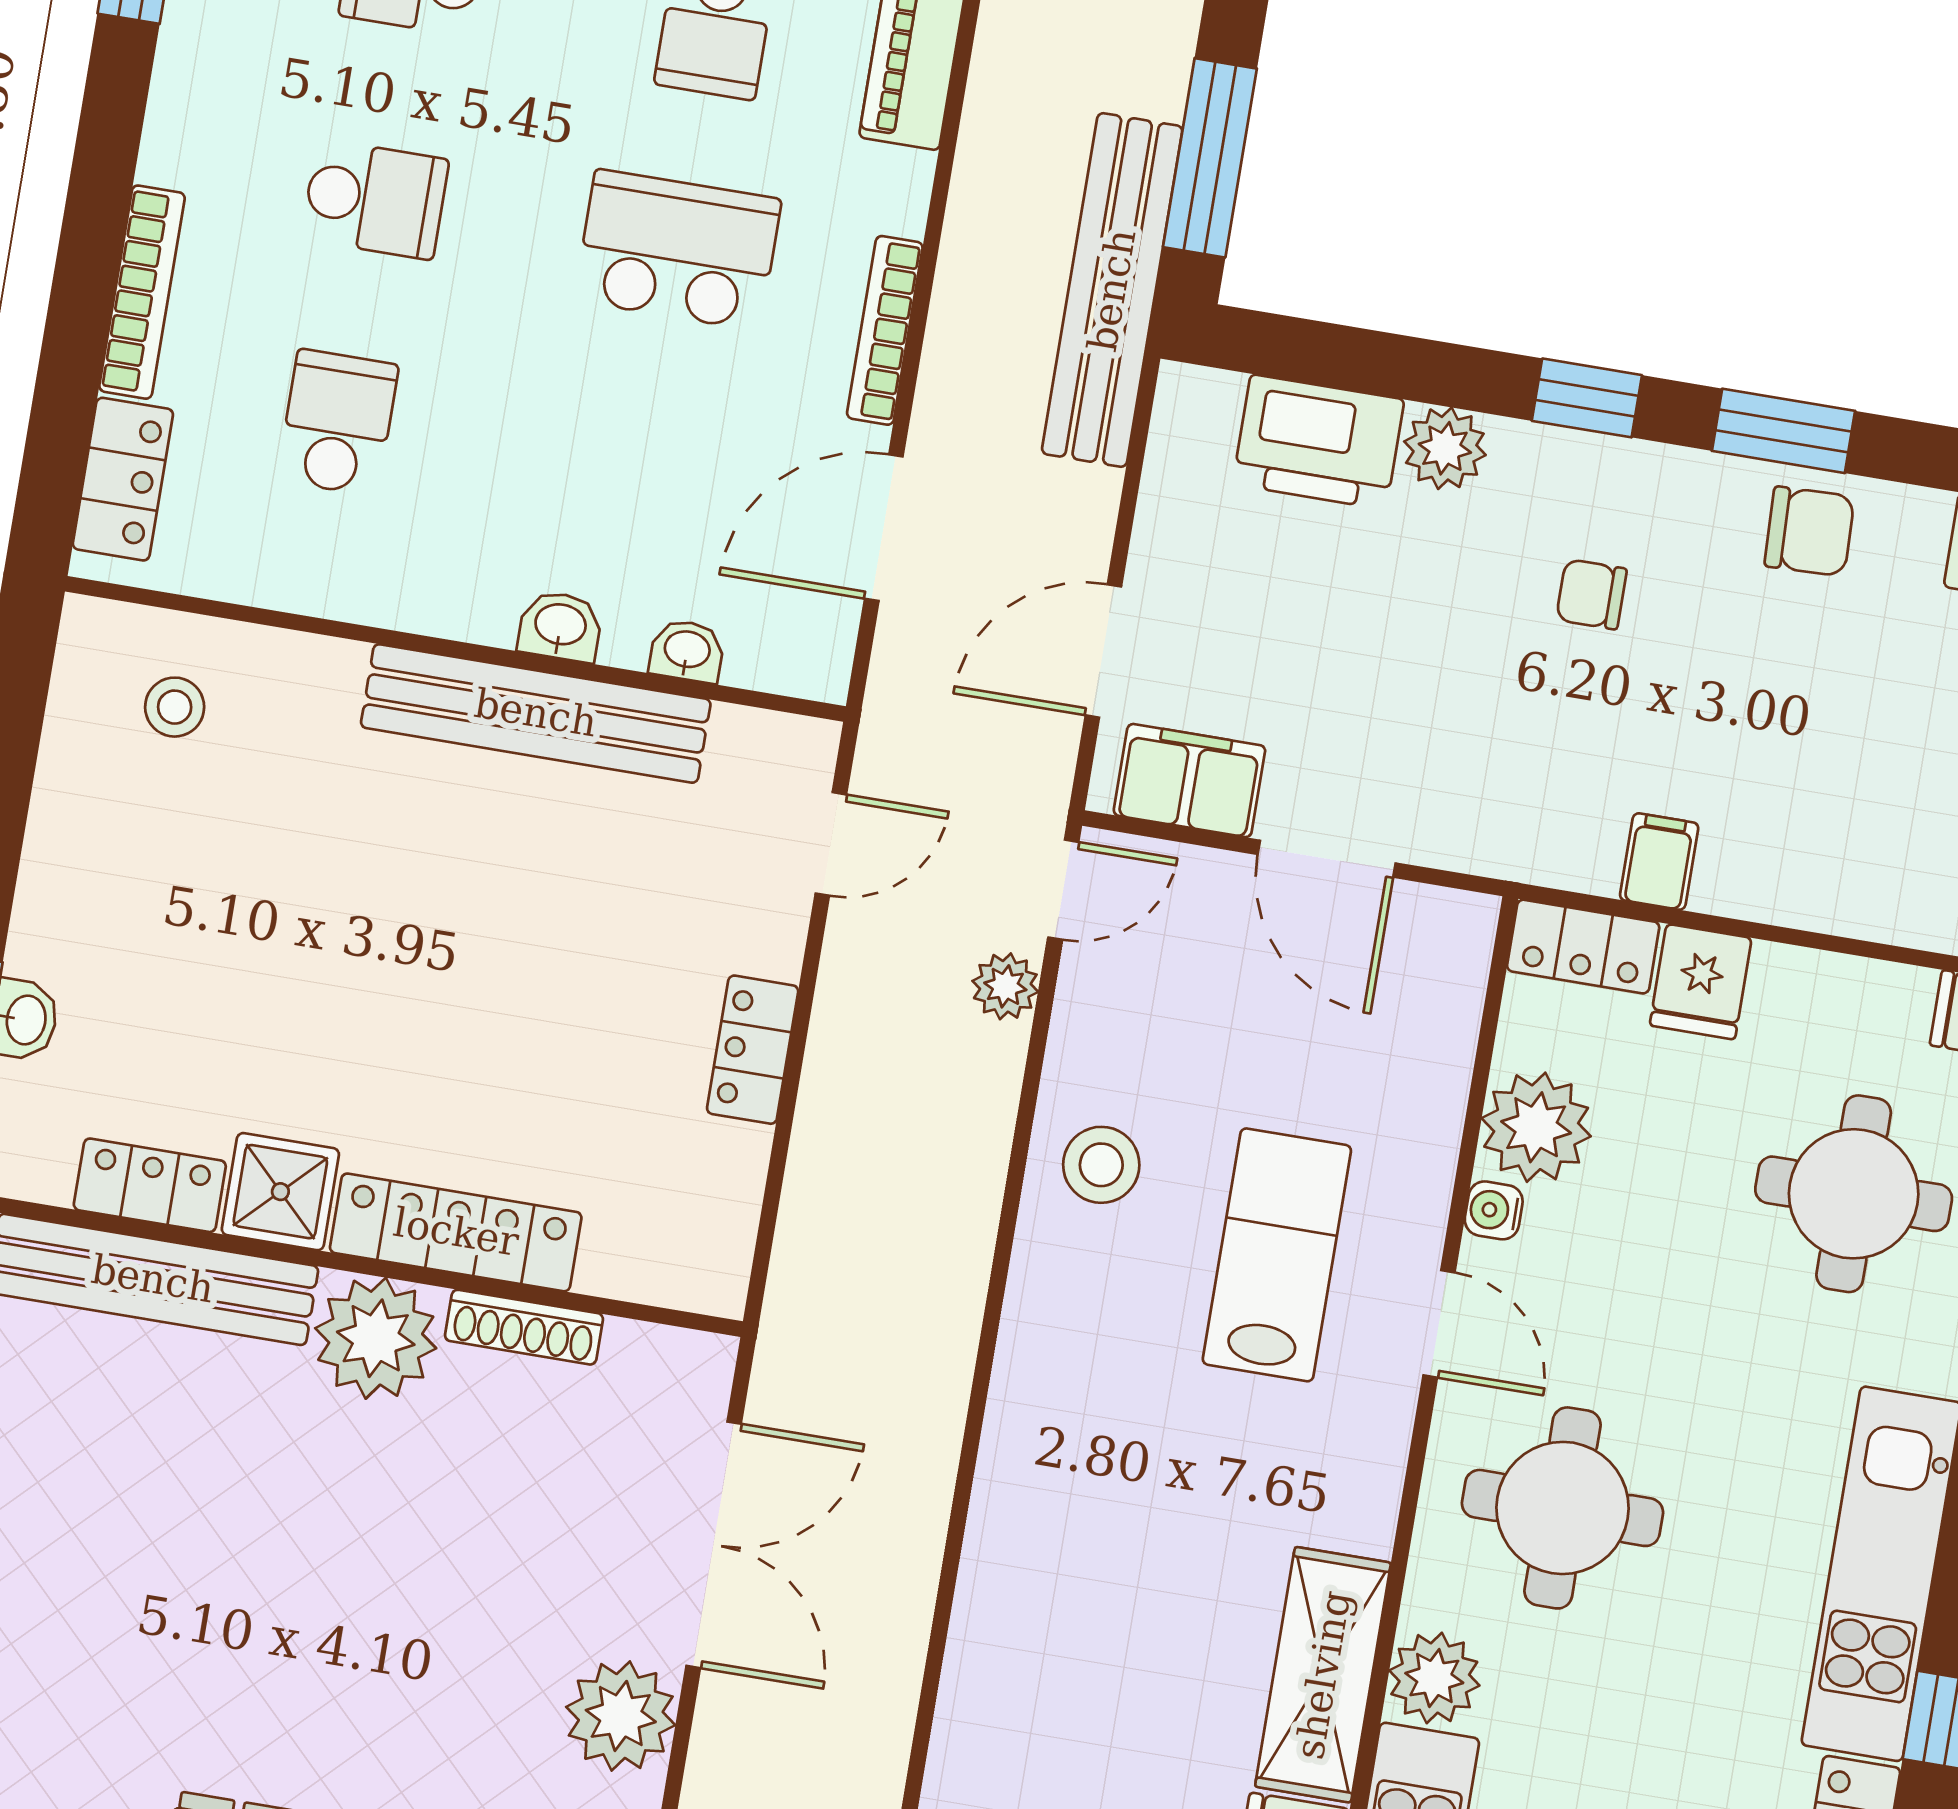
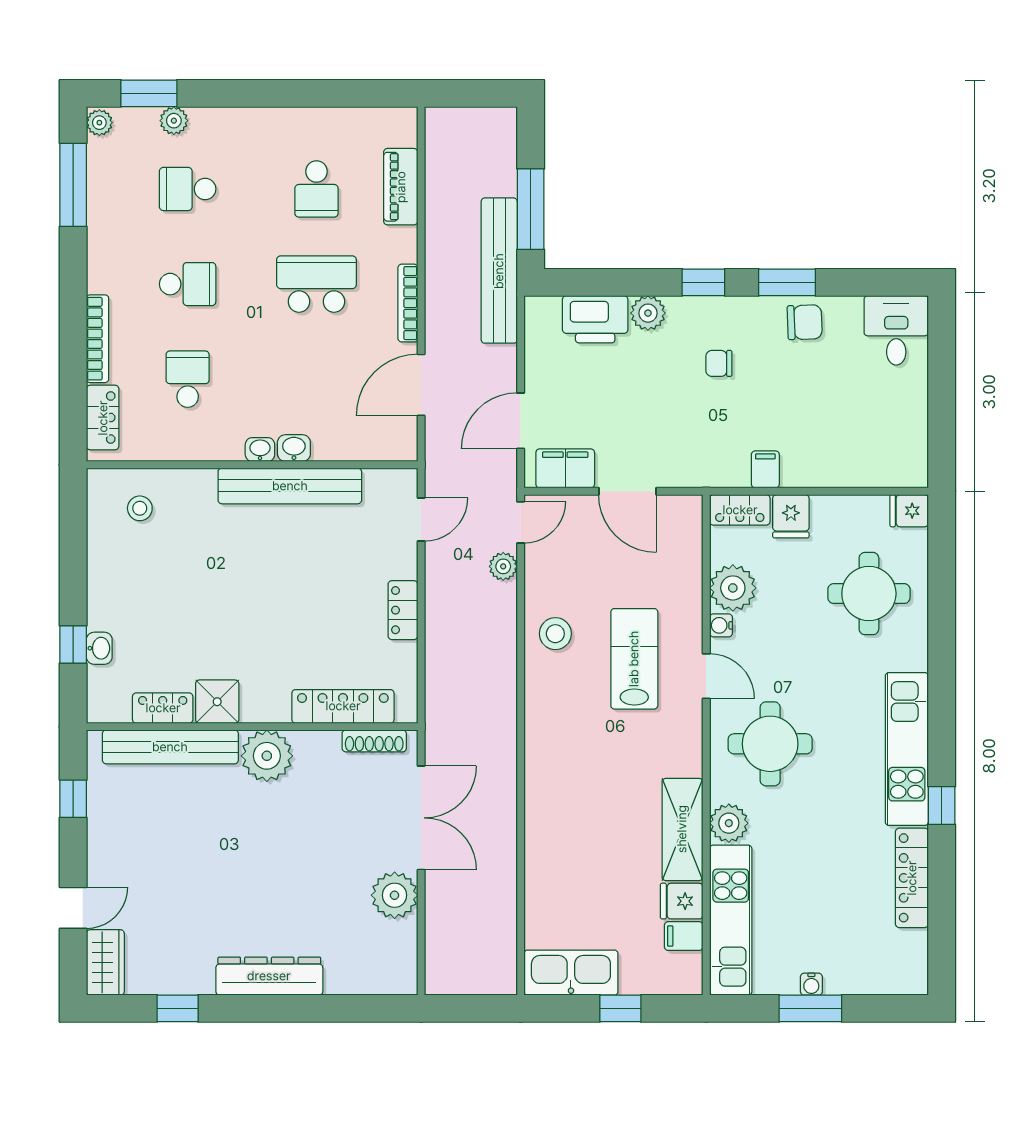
washbasin: (687, 651) -> (260, 450), moved
locker: (456, 1232) -> (343, 706), moved
shoe rack: (524, 1327) -> (374, 741), moved

